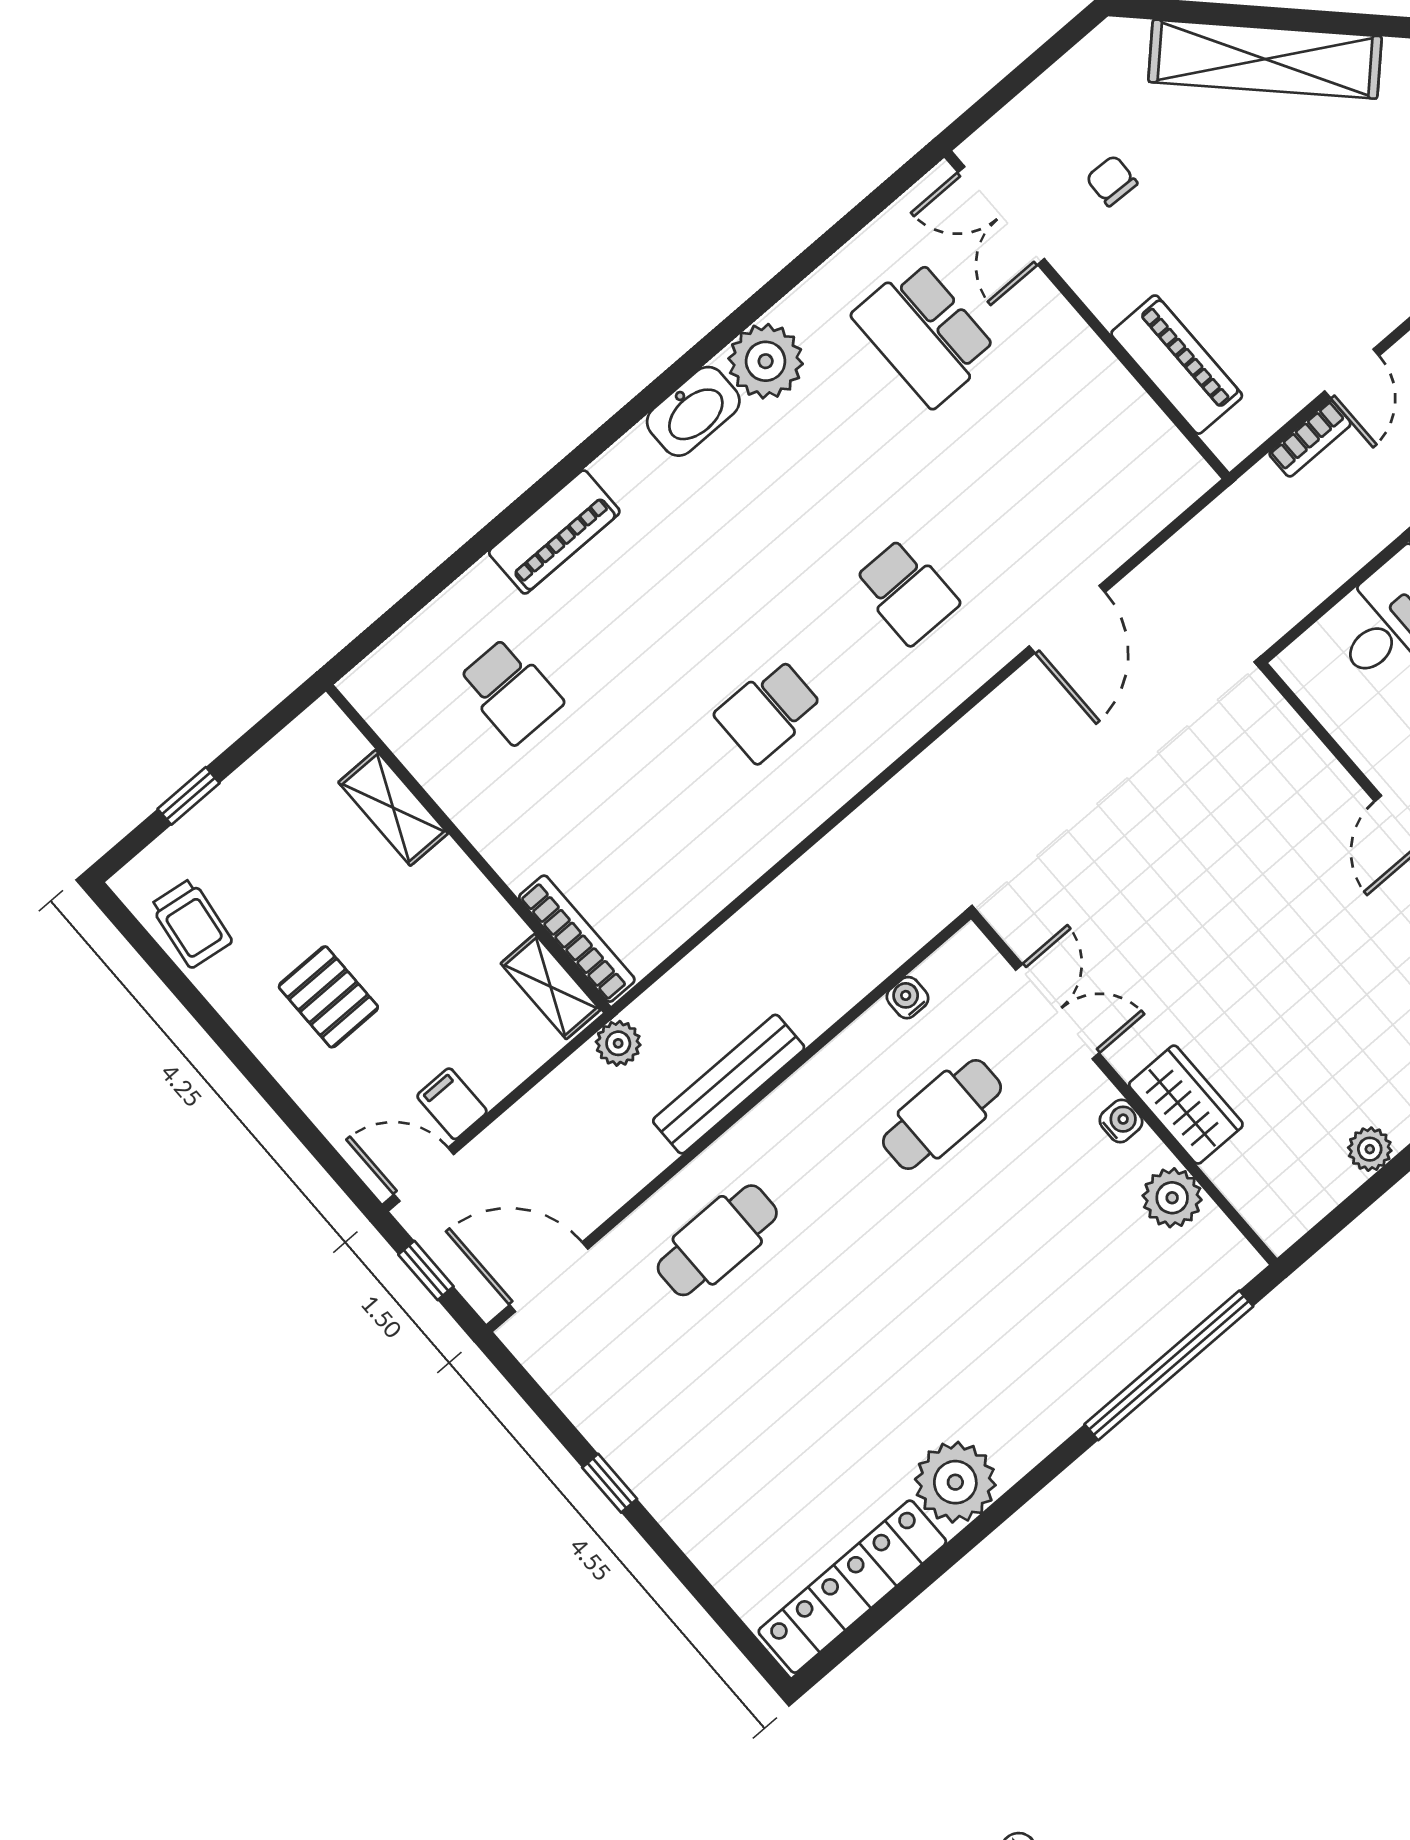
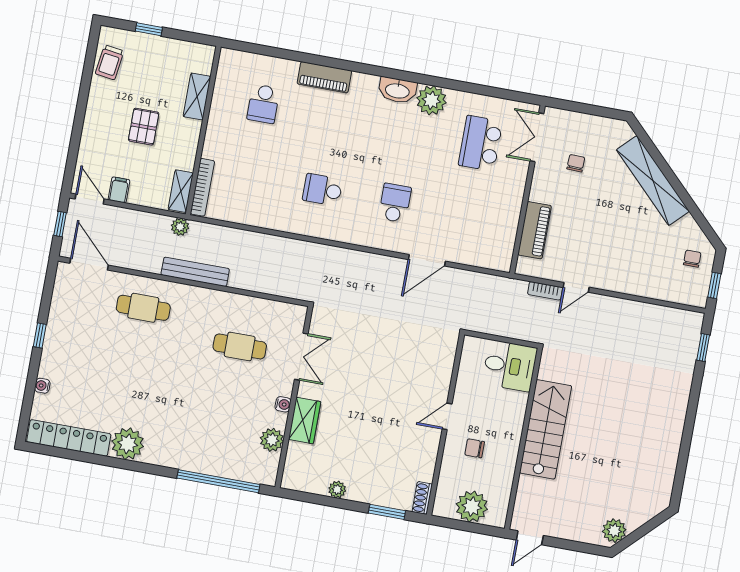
school desk: (907, 592) -> (395, 203), turned 180
pallet: (328, 997) -> (144, 127), moved
water cooler: (908, 998) -> (42, 386), moved, turned -90

